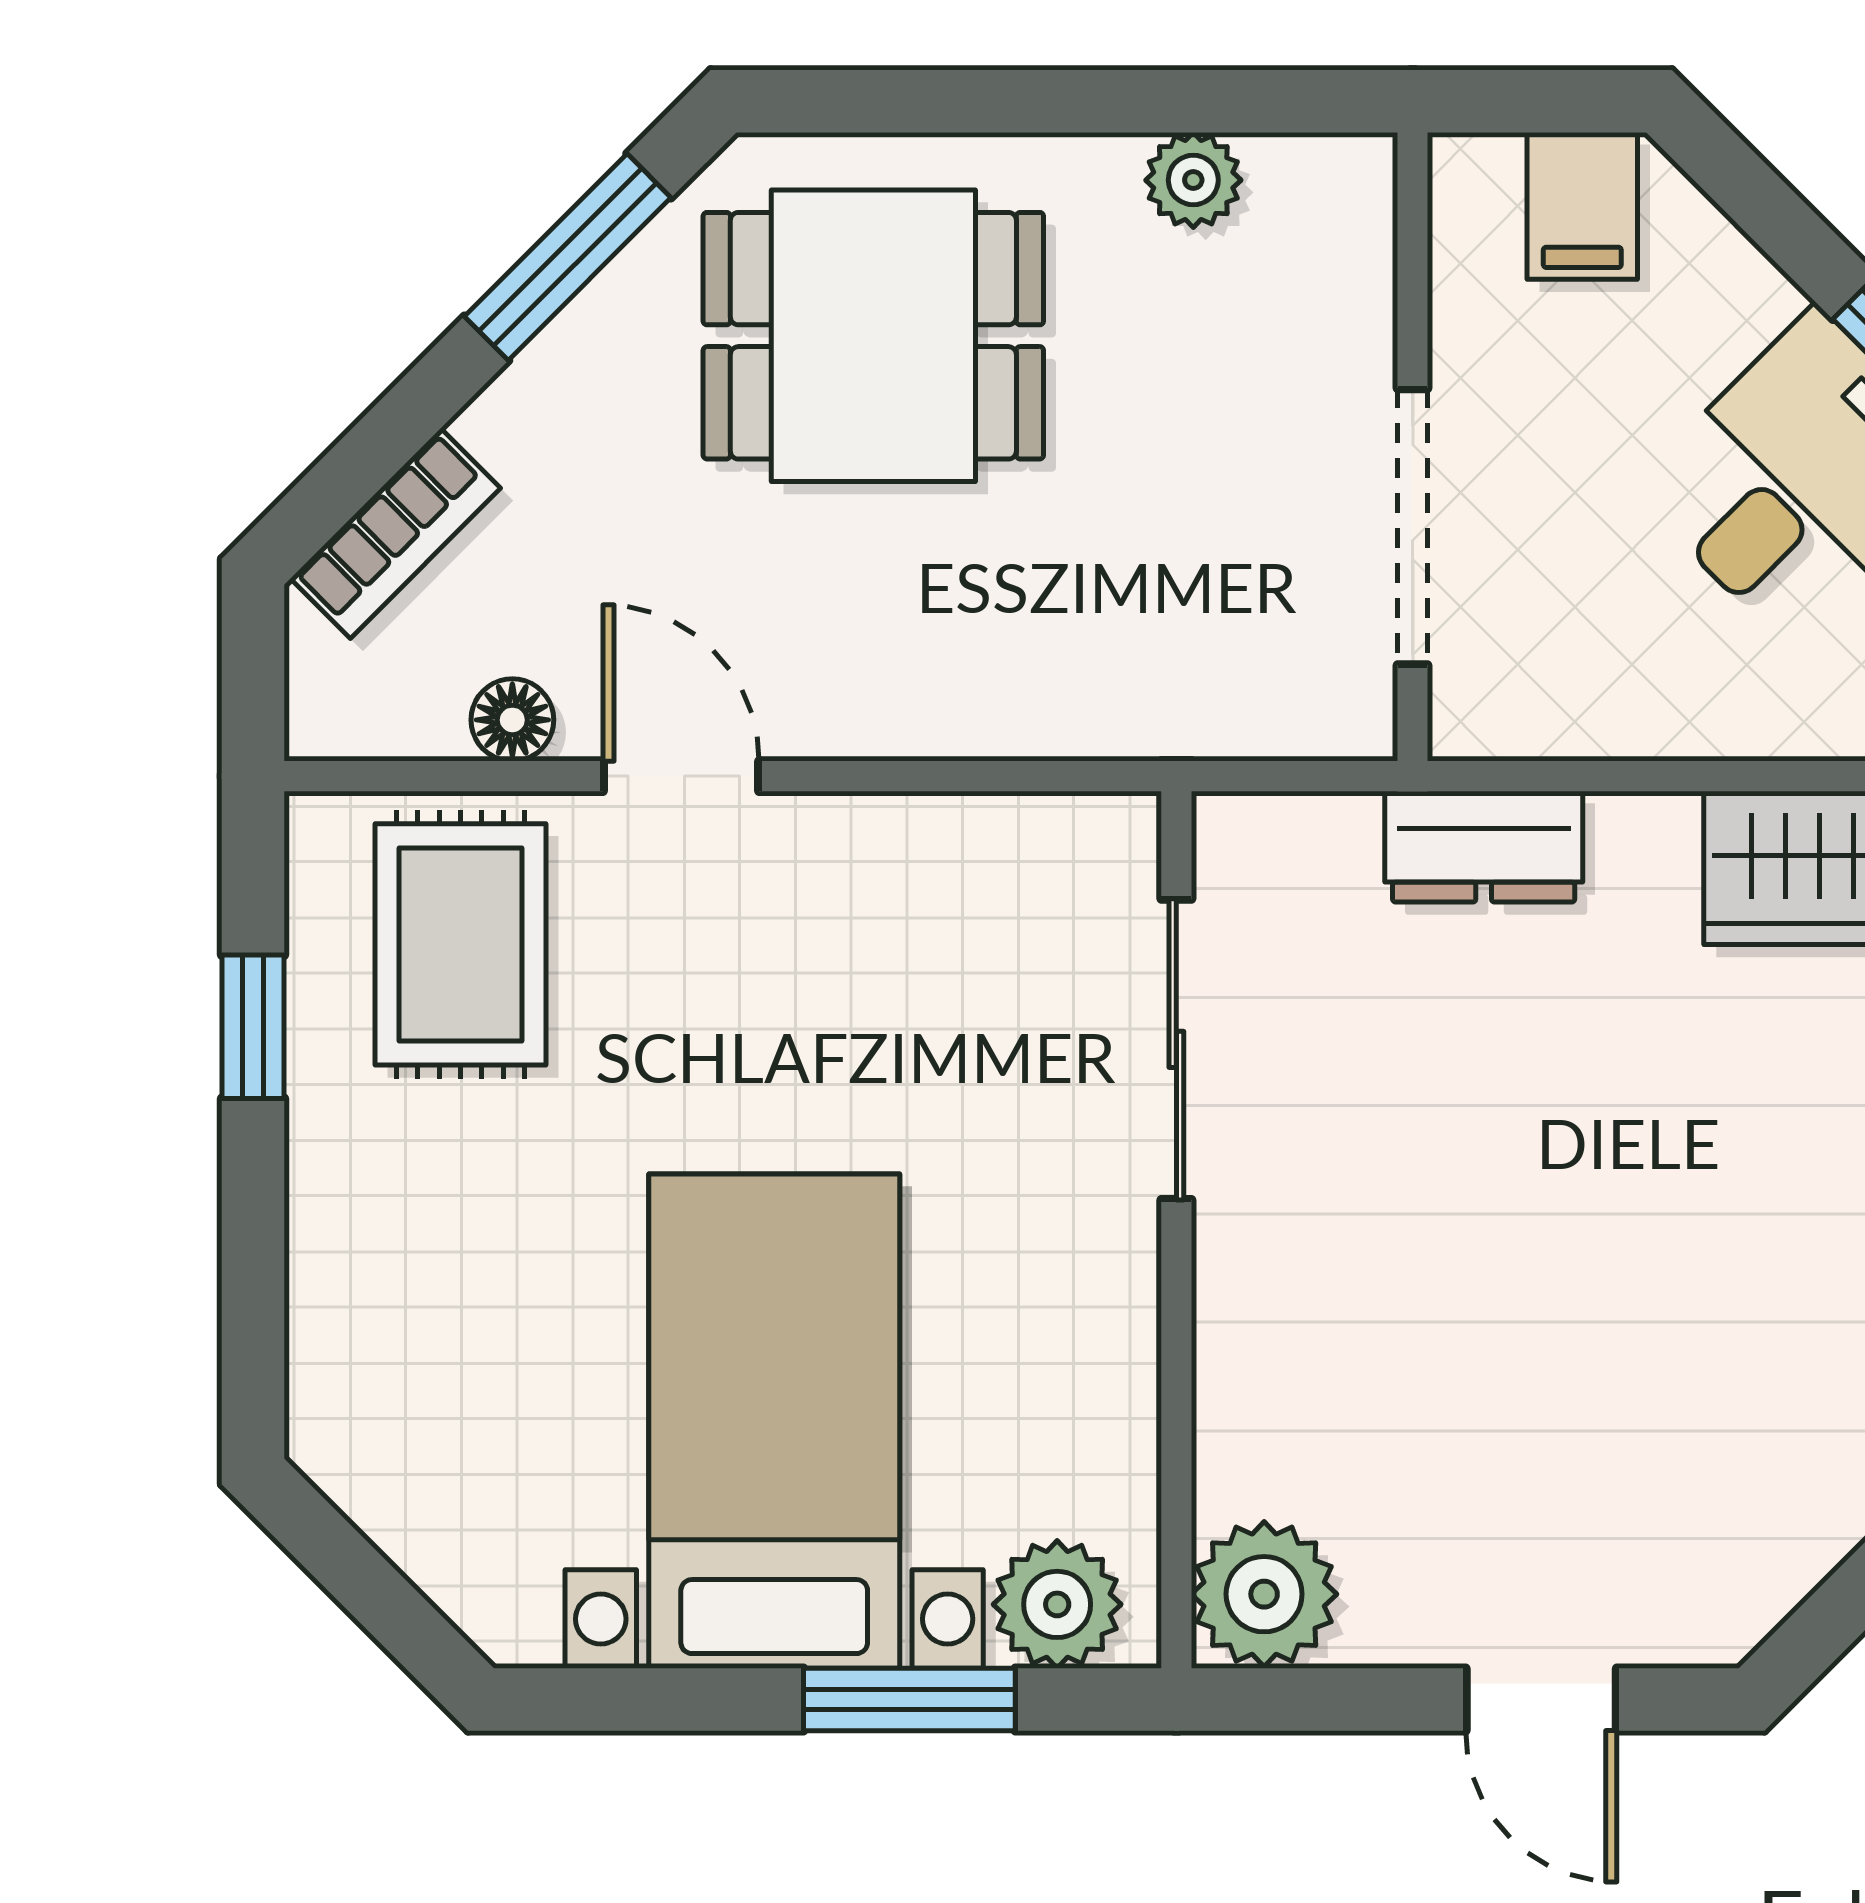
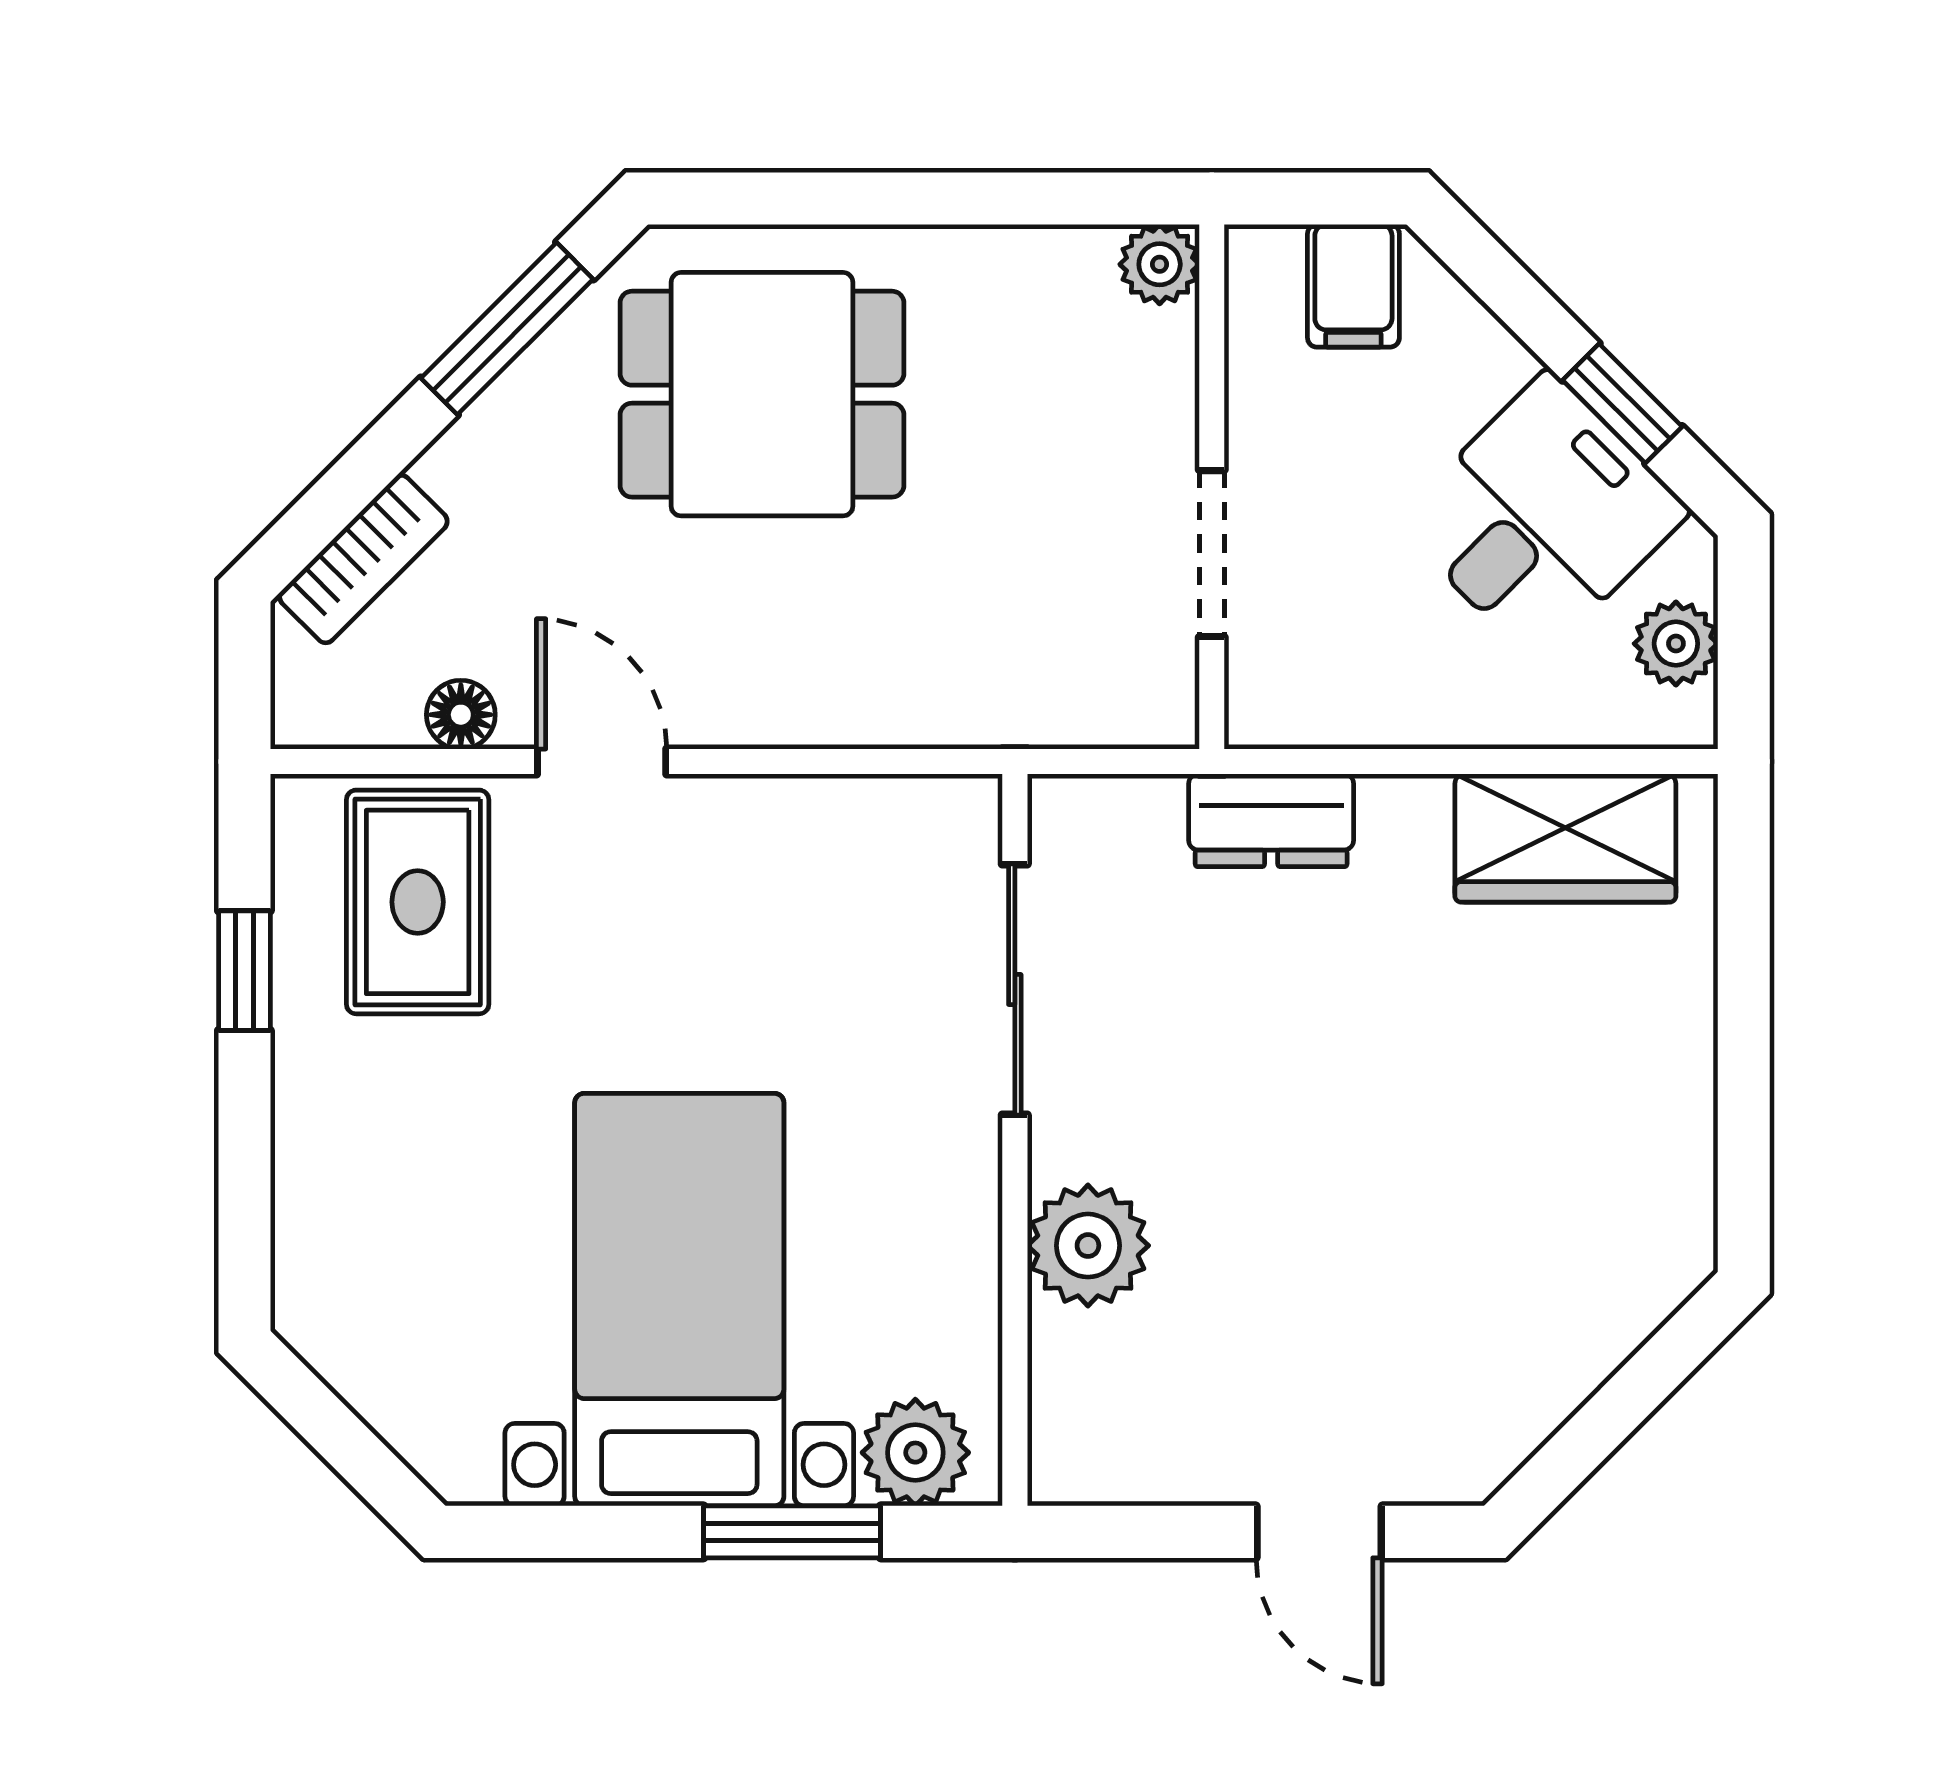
plant: (1193, 180) -> (1160, 264), moved
doorway: (1413, 527) -> (1212, 554), width x0.73
plant: (1264, 1594) -> (1088, 1246), moved

